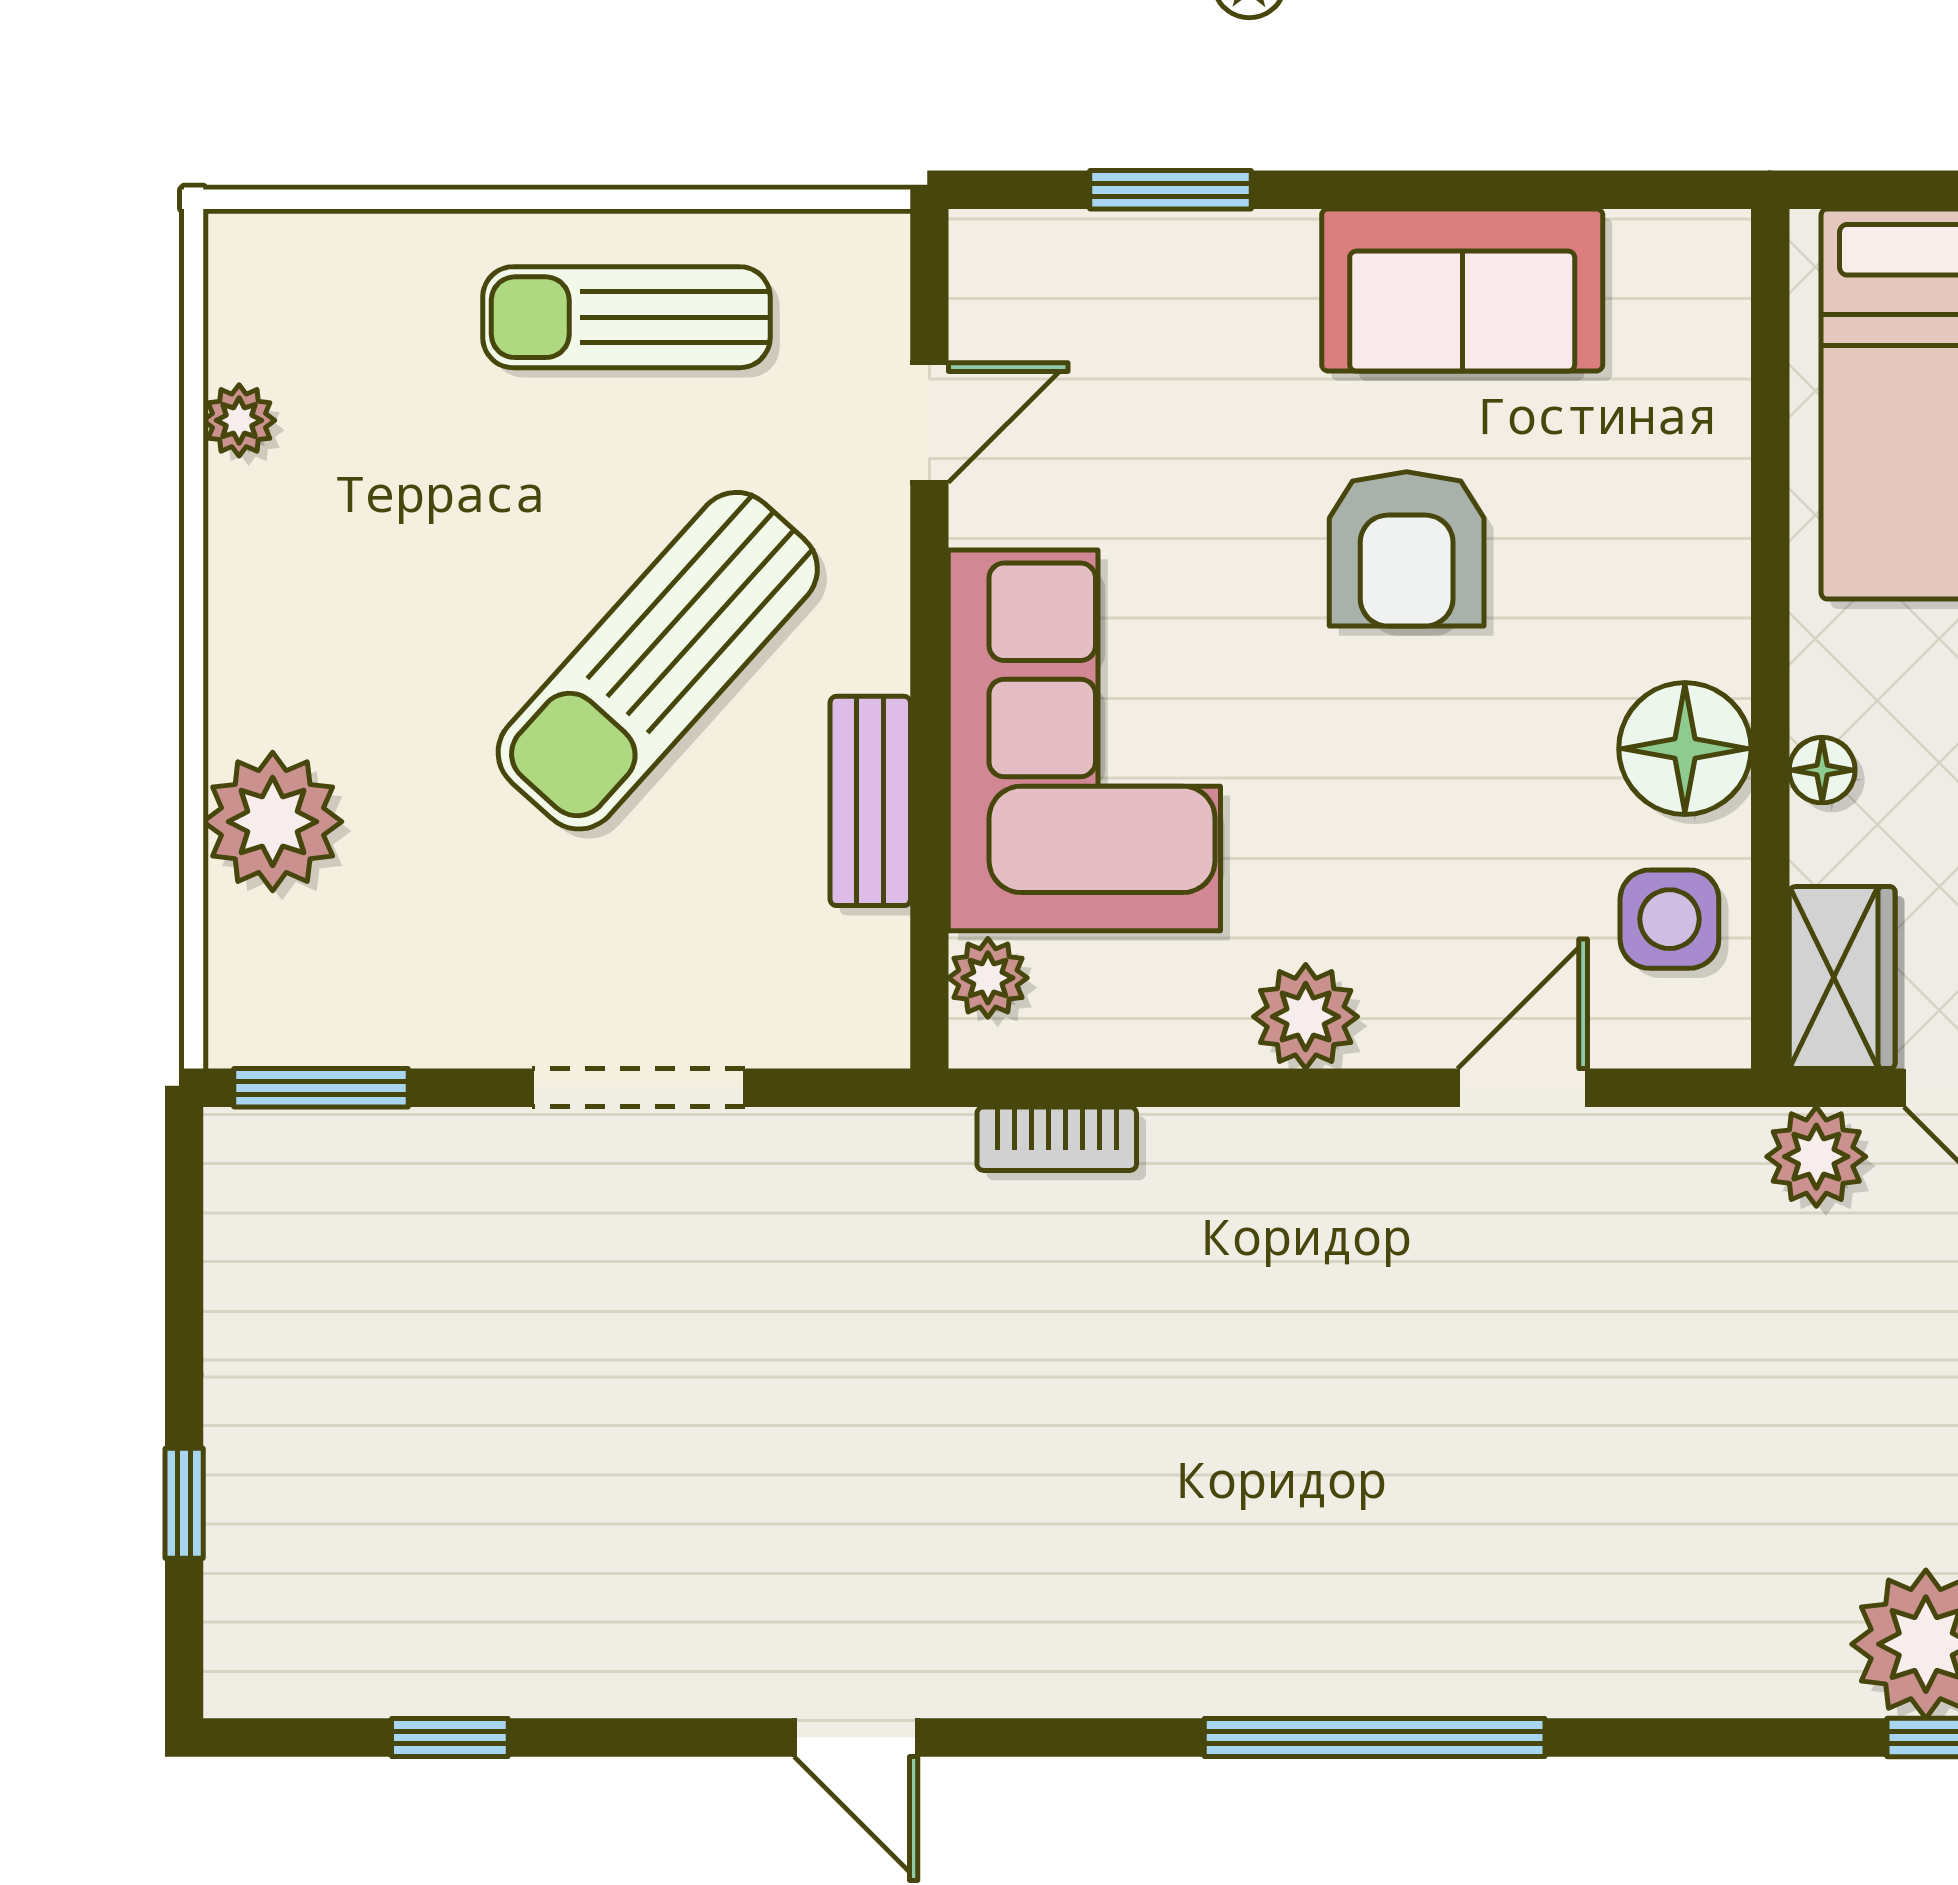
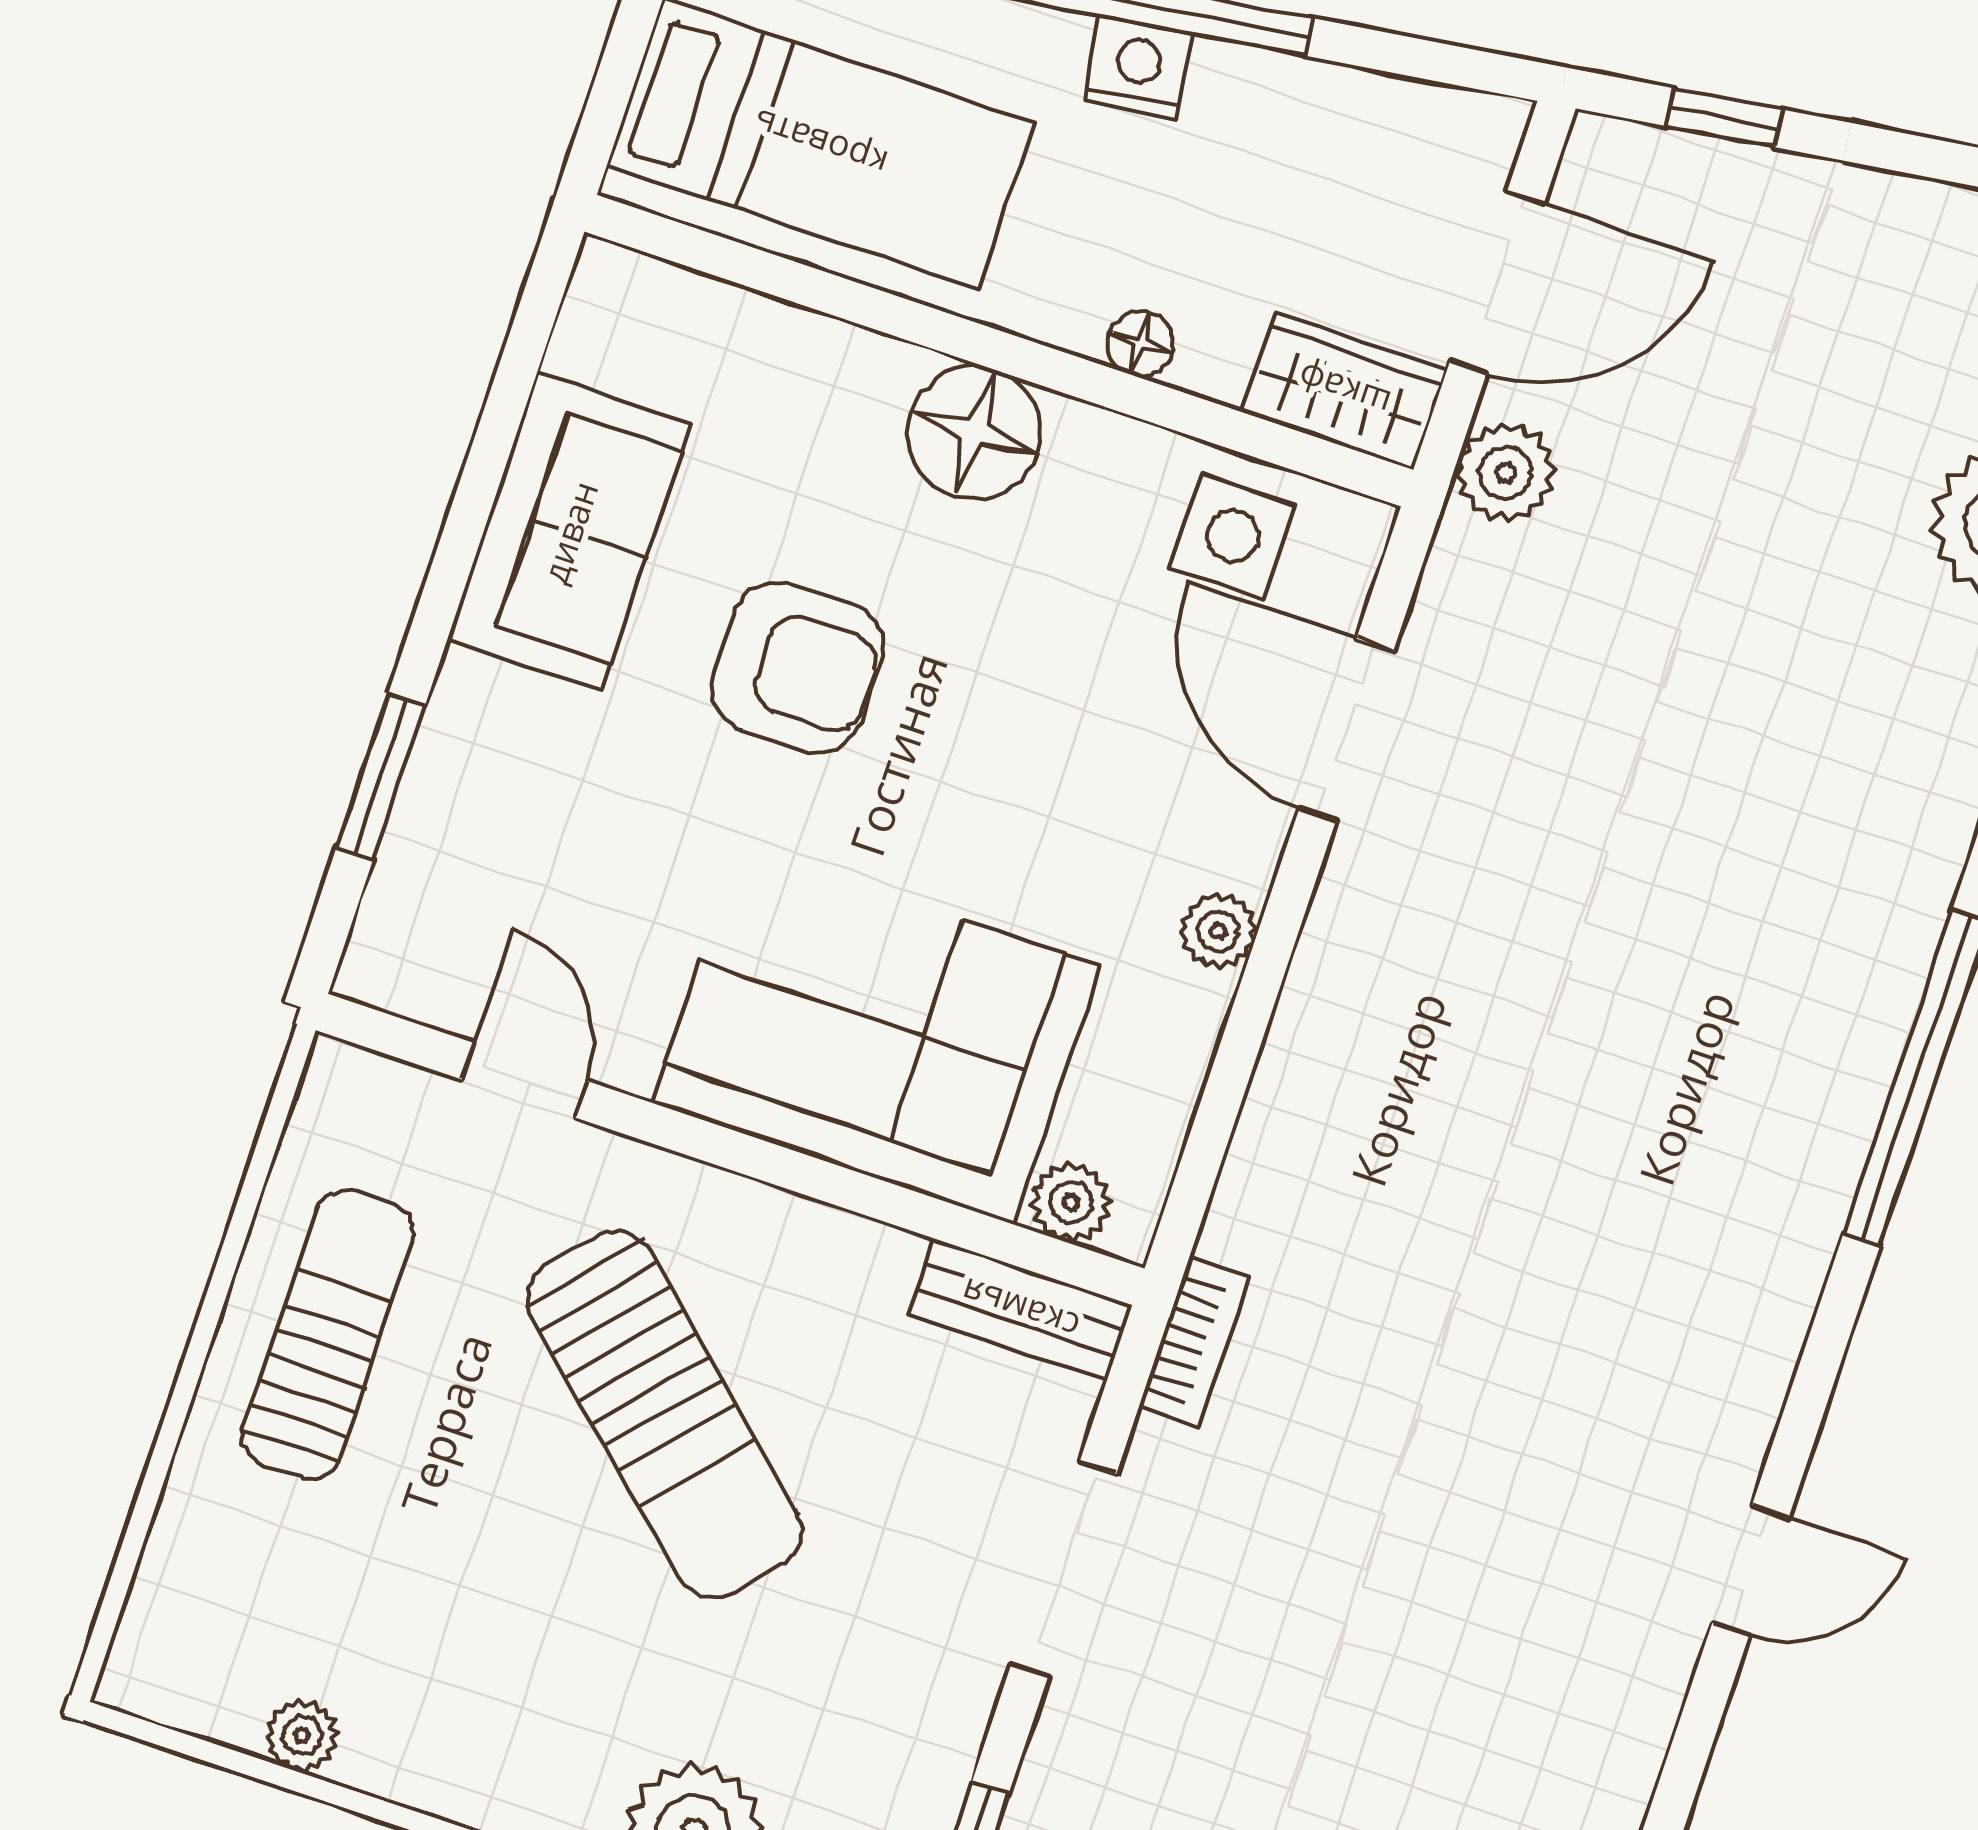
sun lounger: (626, 317) -> (328, 1334), turned 180
floor lamp: (1685, 749) -> (974, 433), moved
bench: (870, 801) -> (1020, 1310), moved
plant: (1306, 1017) -> (1218, 931), width x0.73, depth x0.73
door: (1523, 1088) -> (1346, 729), width x1.38
bookcase: (1057, 1139) -> (1194, 1342), moved

